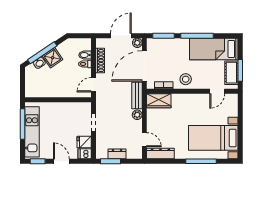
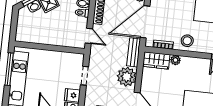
door: (93, 85) -> (89, 36), swing flipped
plant: (177, 98) -> (175, 60), added
plant: (137, 115) -> (127, 77), width x1.88, depth x1.88

